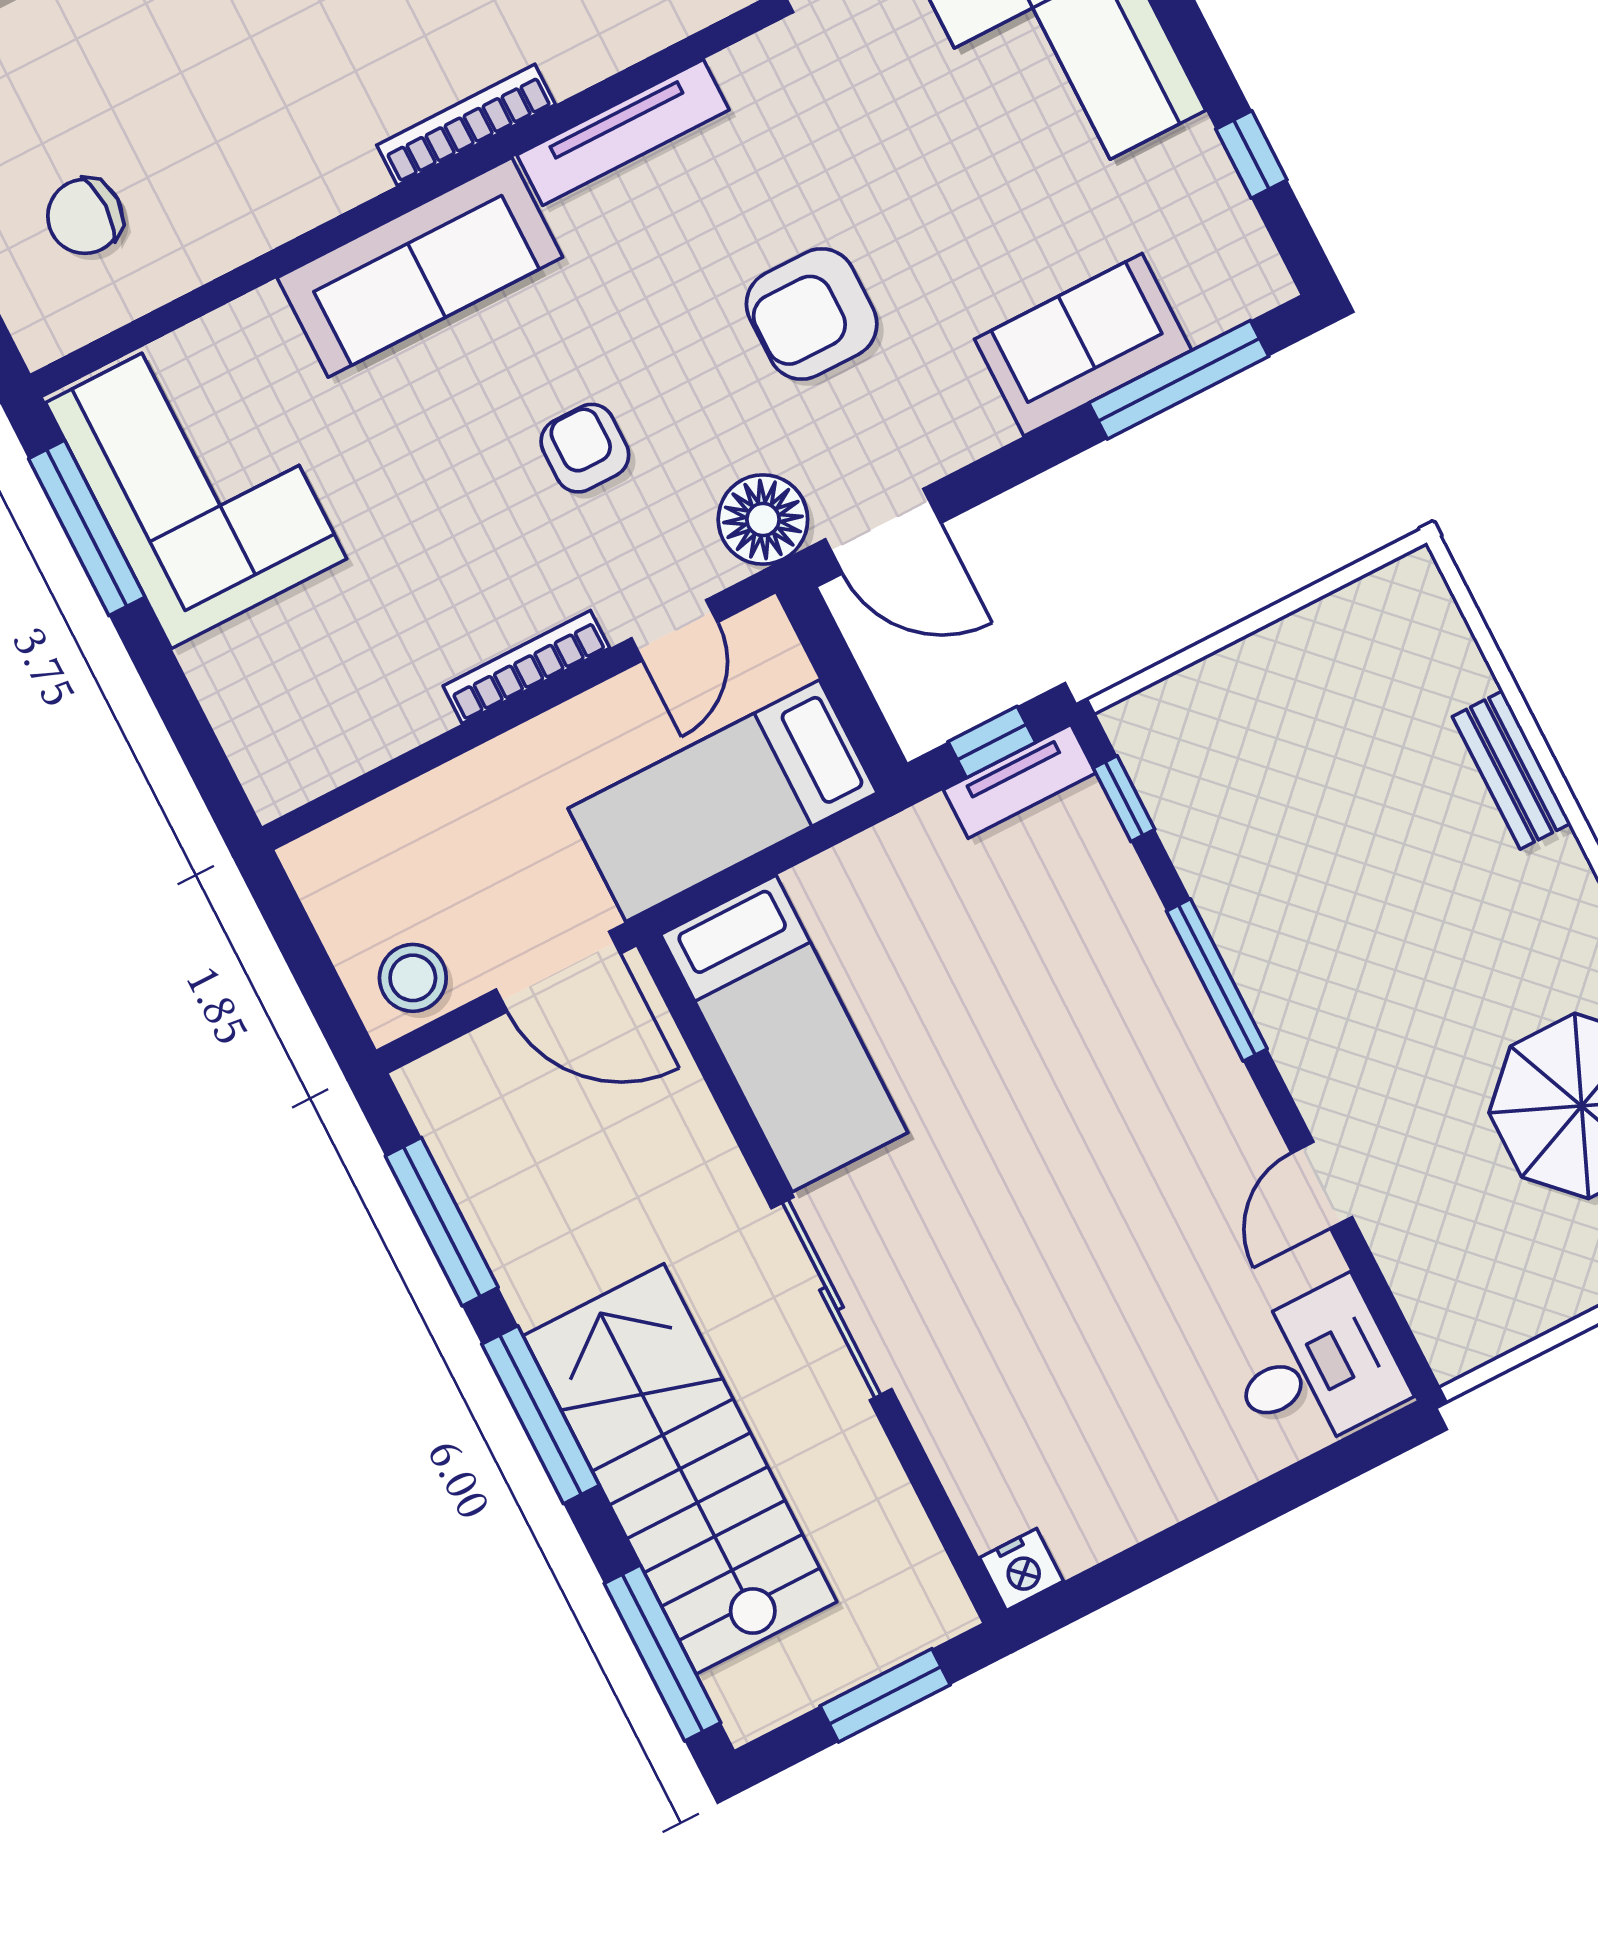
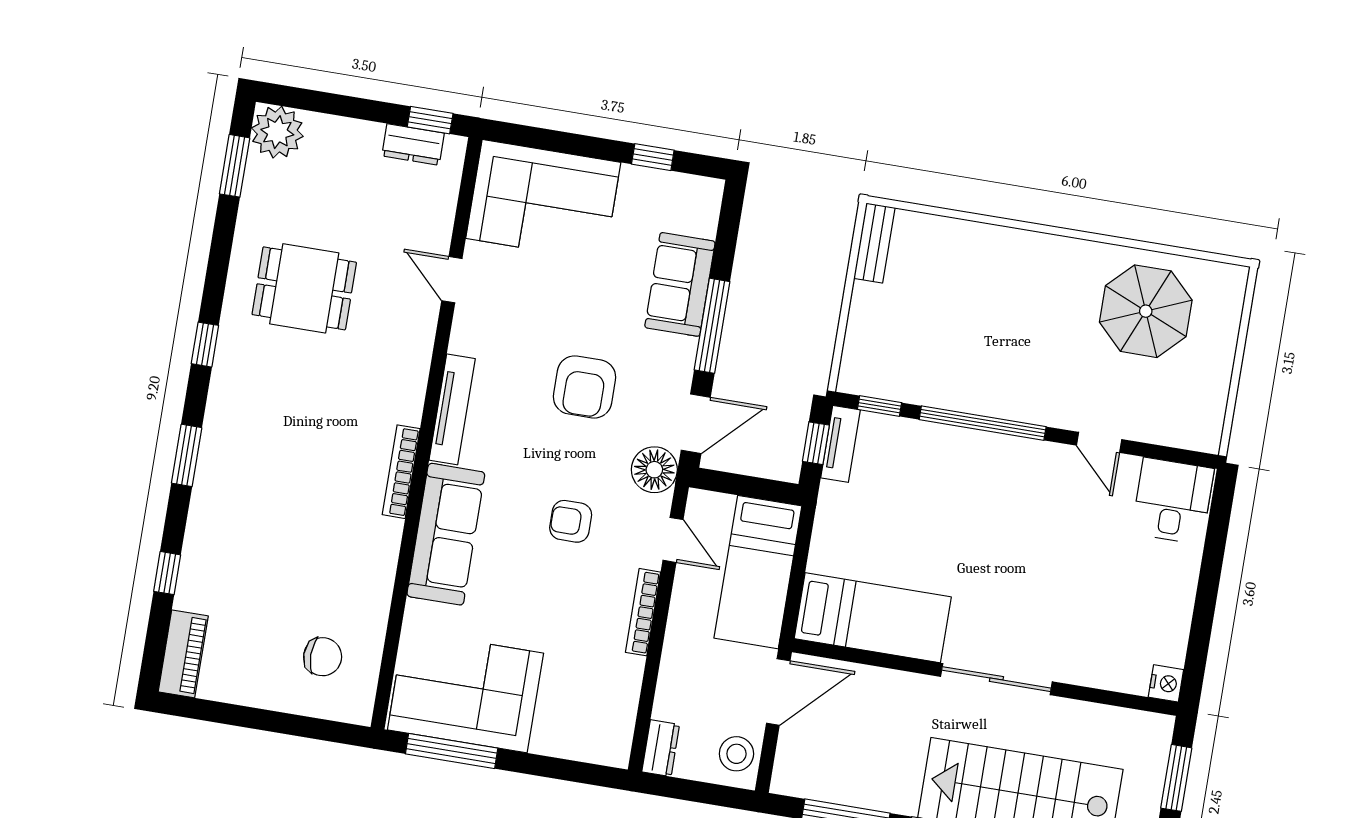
chair: (85, 216) -> (323, 657), turned -90
window: (1179, 380) -> (712, 326), moved
bench: (1512, 770) -> (874, 243), moved, turned 90
dresser: (334, 852) -> (661, 748), added
window: (1217, 980) -> (983, 423), width x1.46

